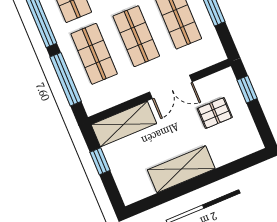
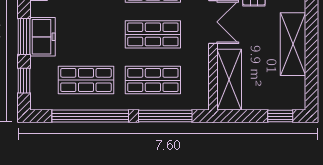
window: (100, 161) -> (280, 116), moved

